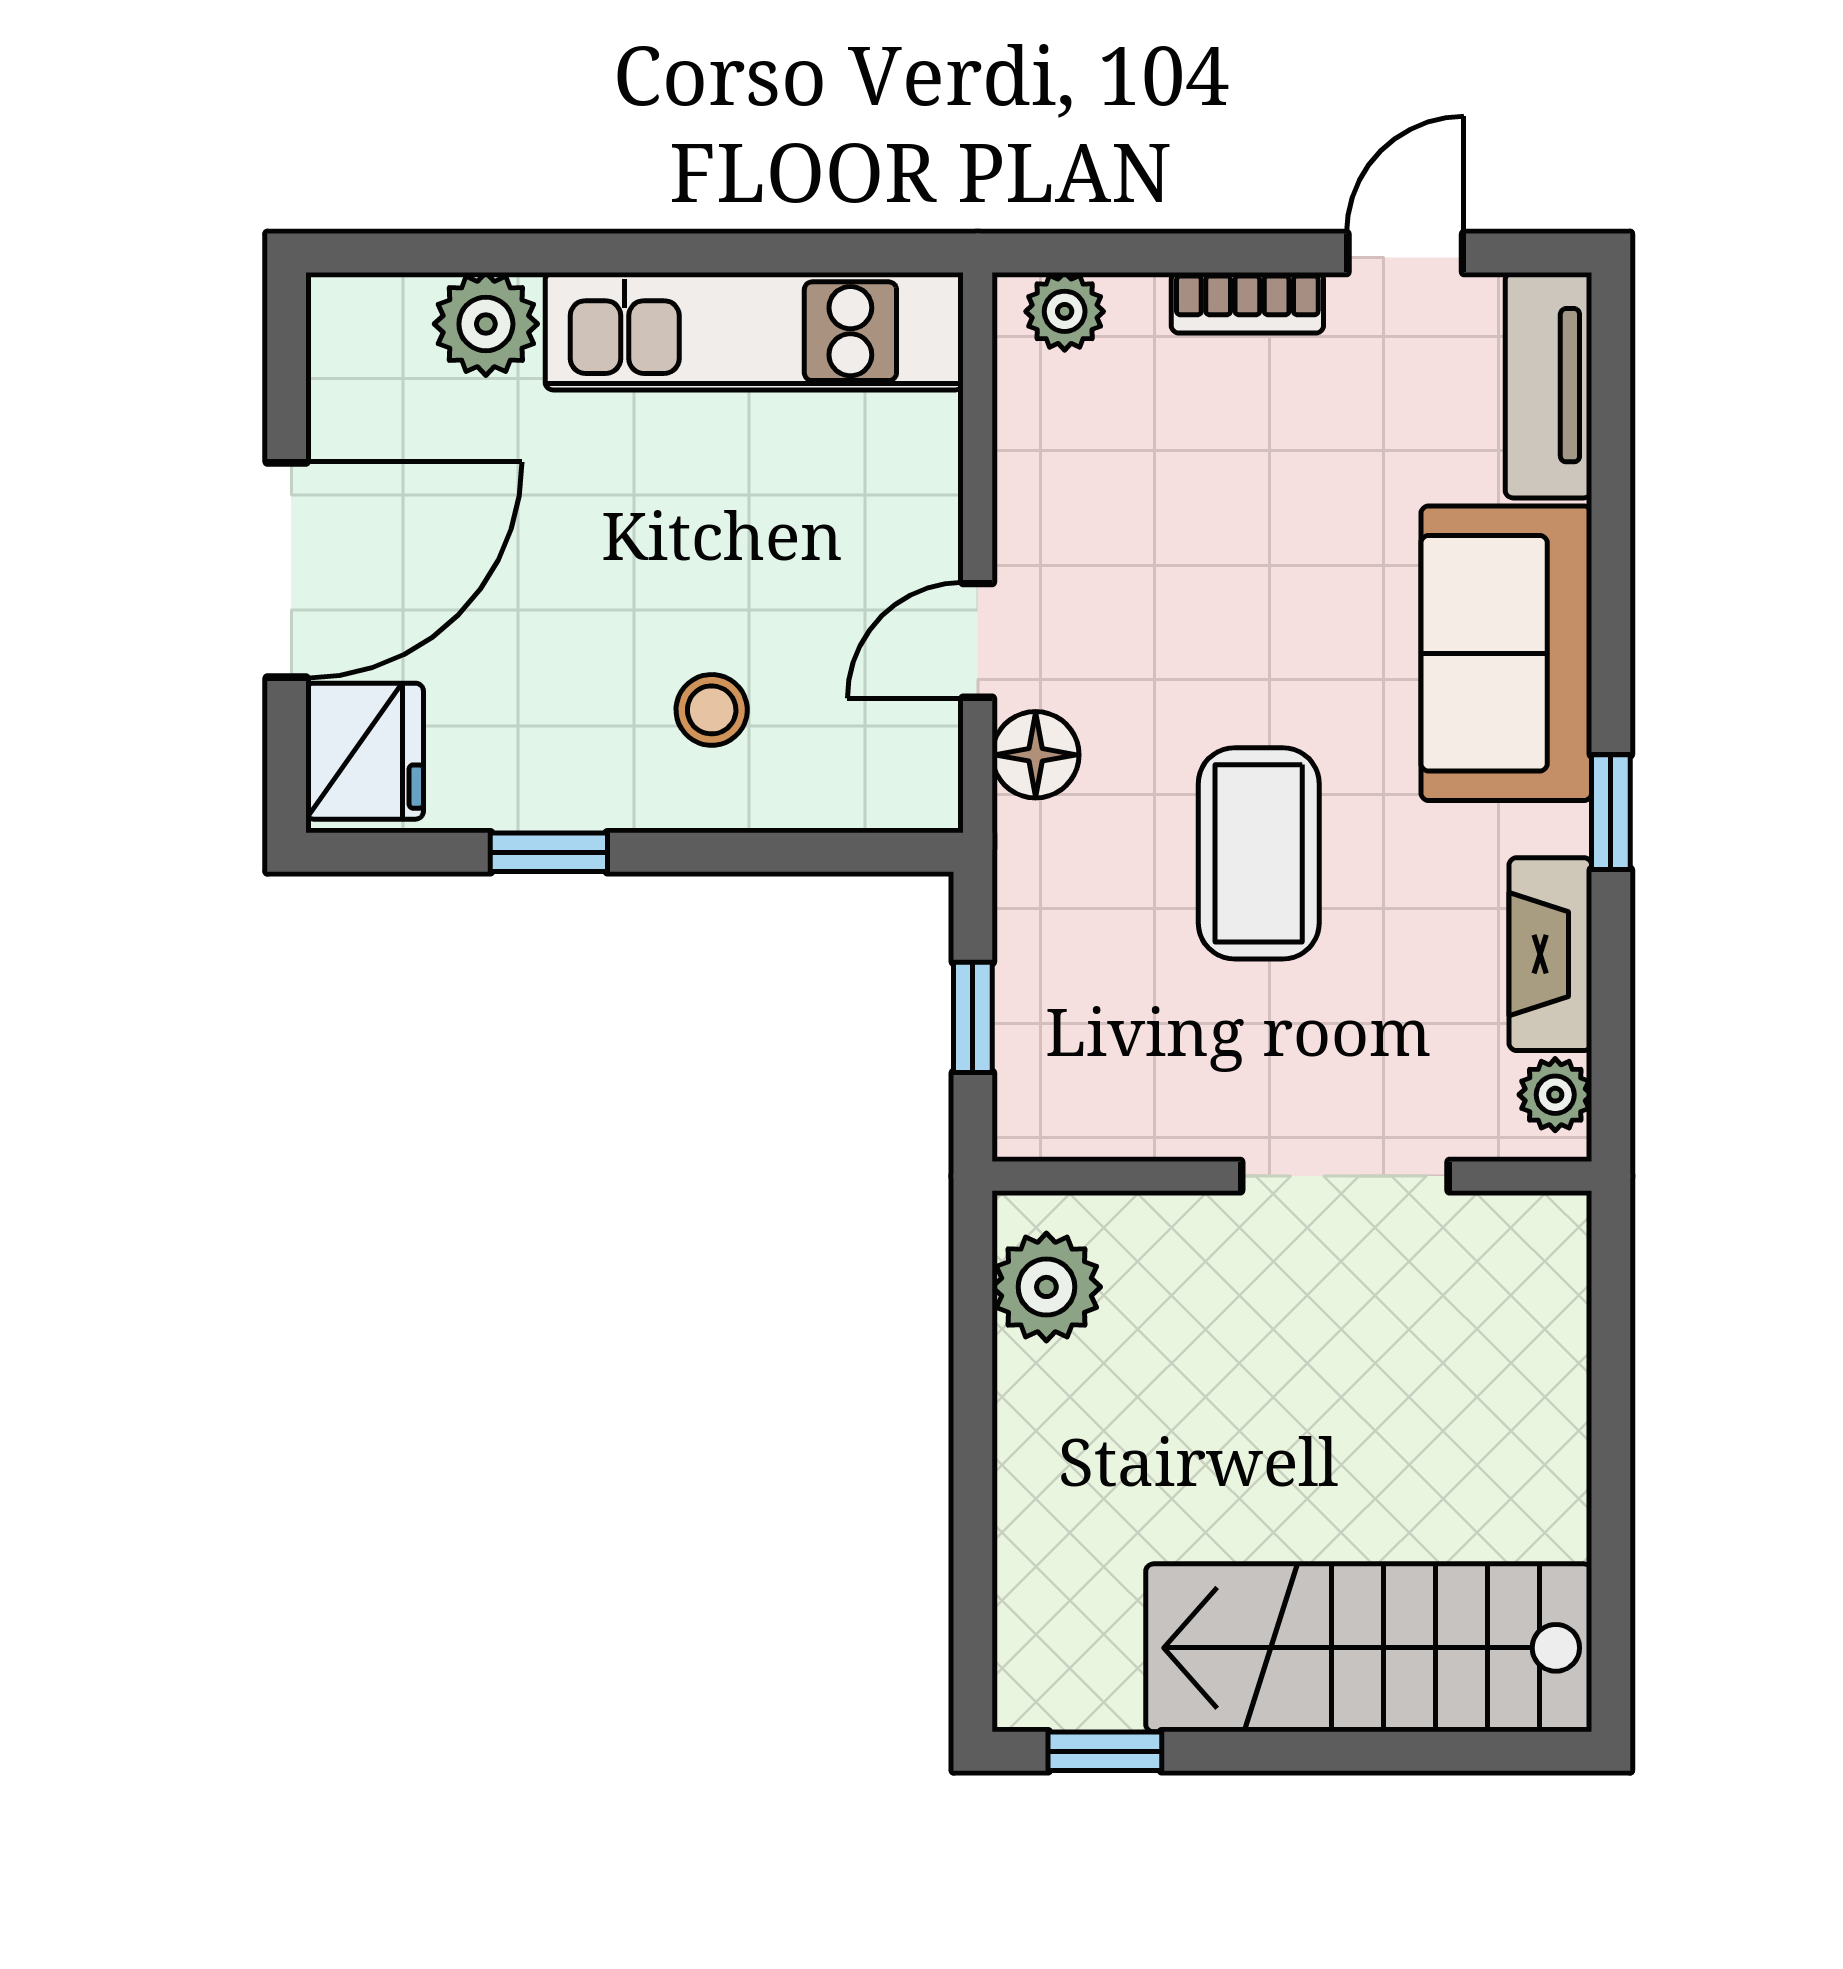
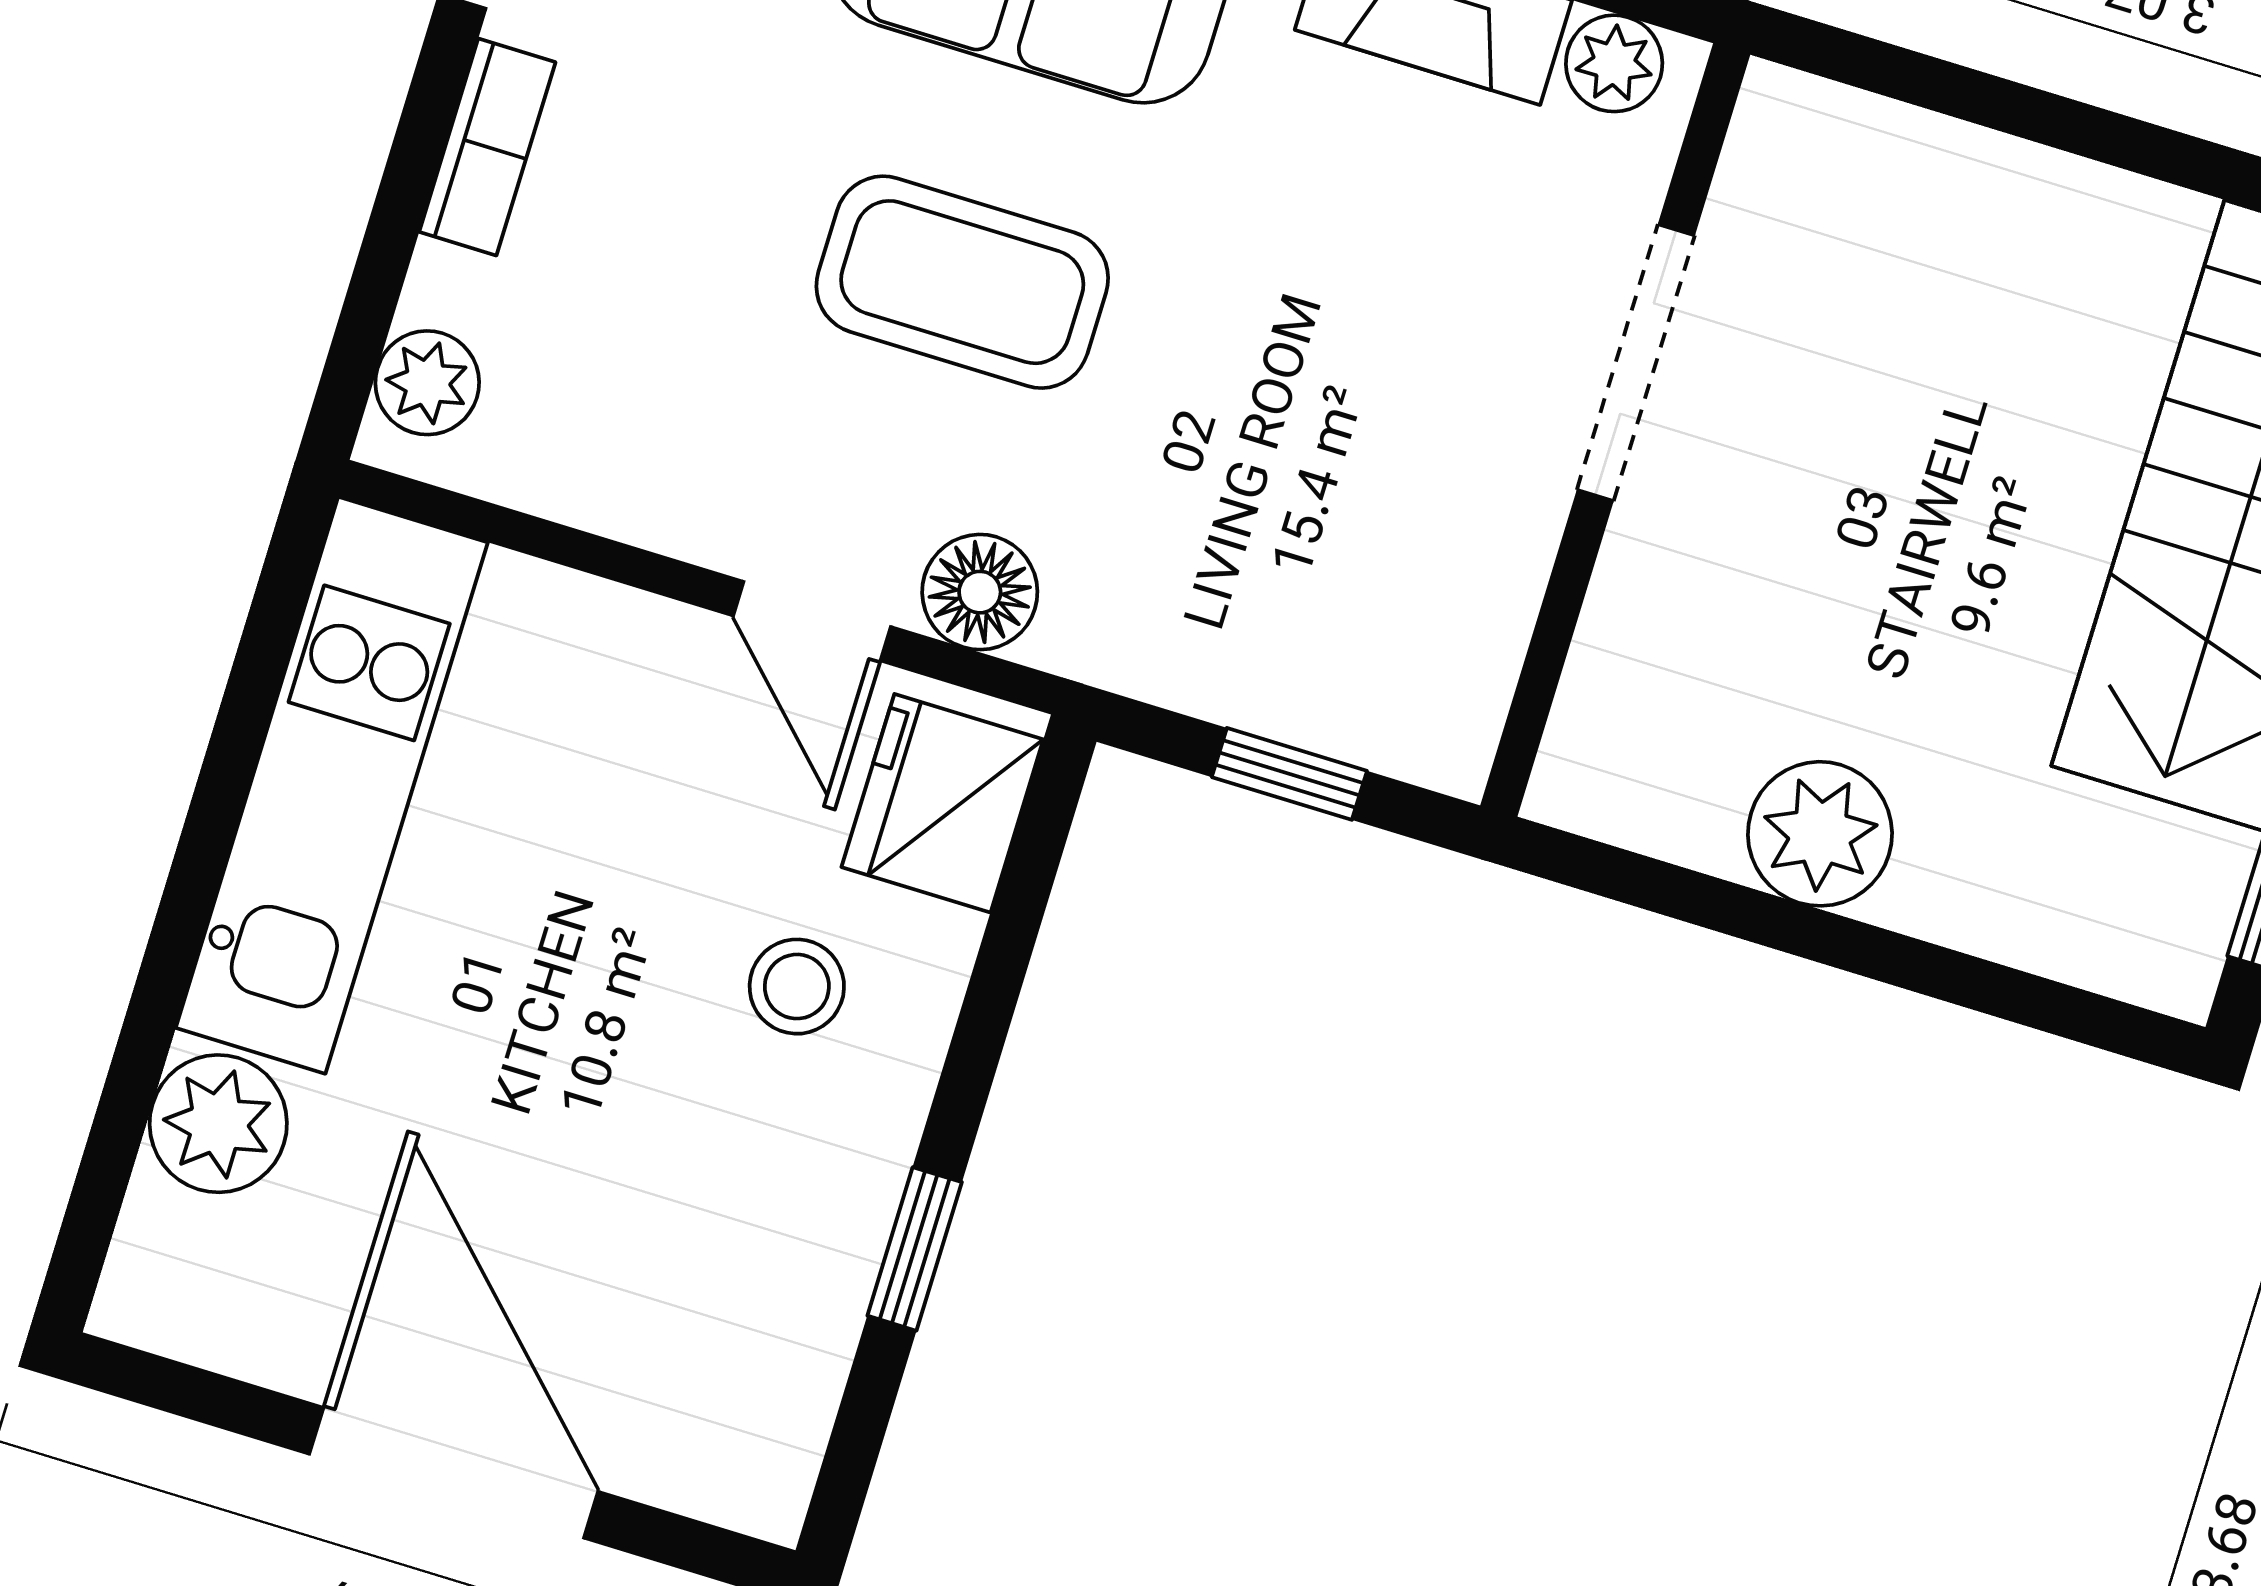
fridge: (365, 751) -> (942, 803), moved, turned -90
coffee table: (1259, 853) -> (962, 282), moved
plant: (1046, 1287) -> (1820, 834), moved

